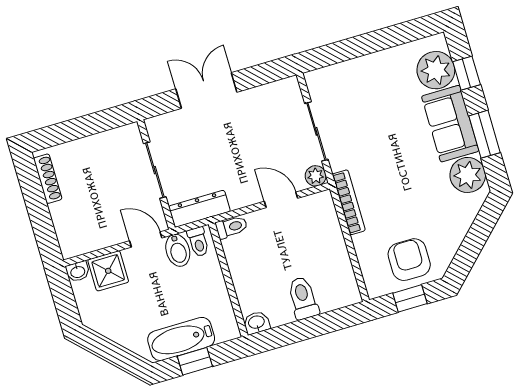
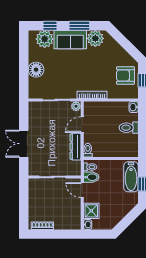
floor lamp: (367, 71) -> (36, 70), added
dresser: (199, 209) -> (75, 147), moved
door: (146, 239) -> (82, 190), hinge flipped
washbasin: (257, 323) -> (134, 107), moved
bathtub: (181, 339) -> (131, 177), moved

